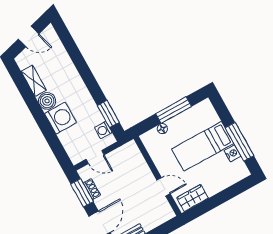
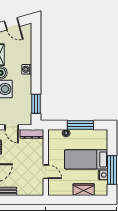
washing machine: (103, 130) -> (27, 69), moved
dresser: (123, 152) -> (32, 134), added
wardrobe: (192, 198) -> (84, 190), moved

